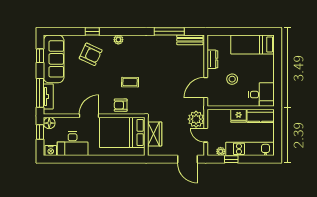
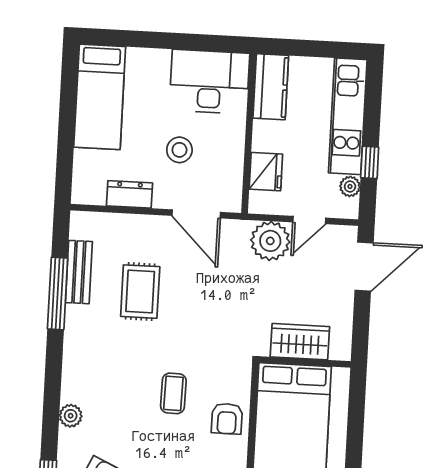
bench: (190, 40) -> (79, 272), moved
rug: (172, 66) -> (140, 292), added
desk: (261, 95) -> (209, 82), width x1.37
fridge: (239, 116) -> (266, 172), moved

